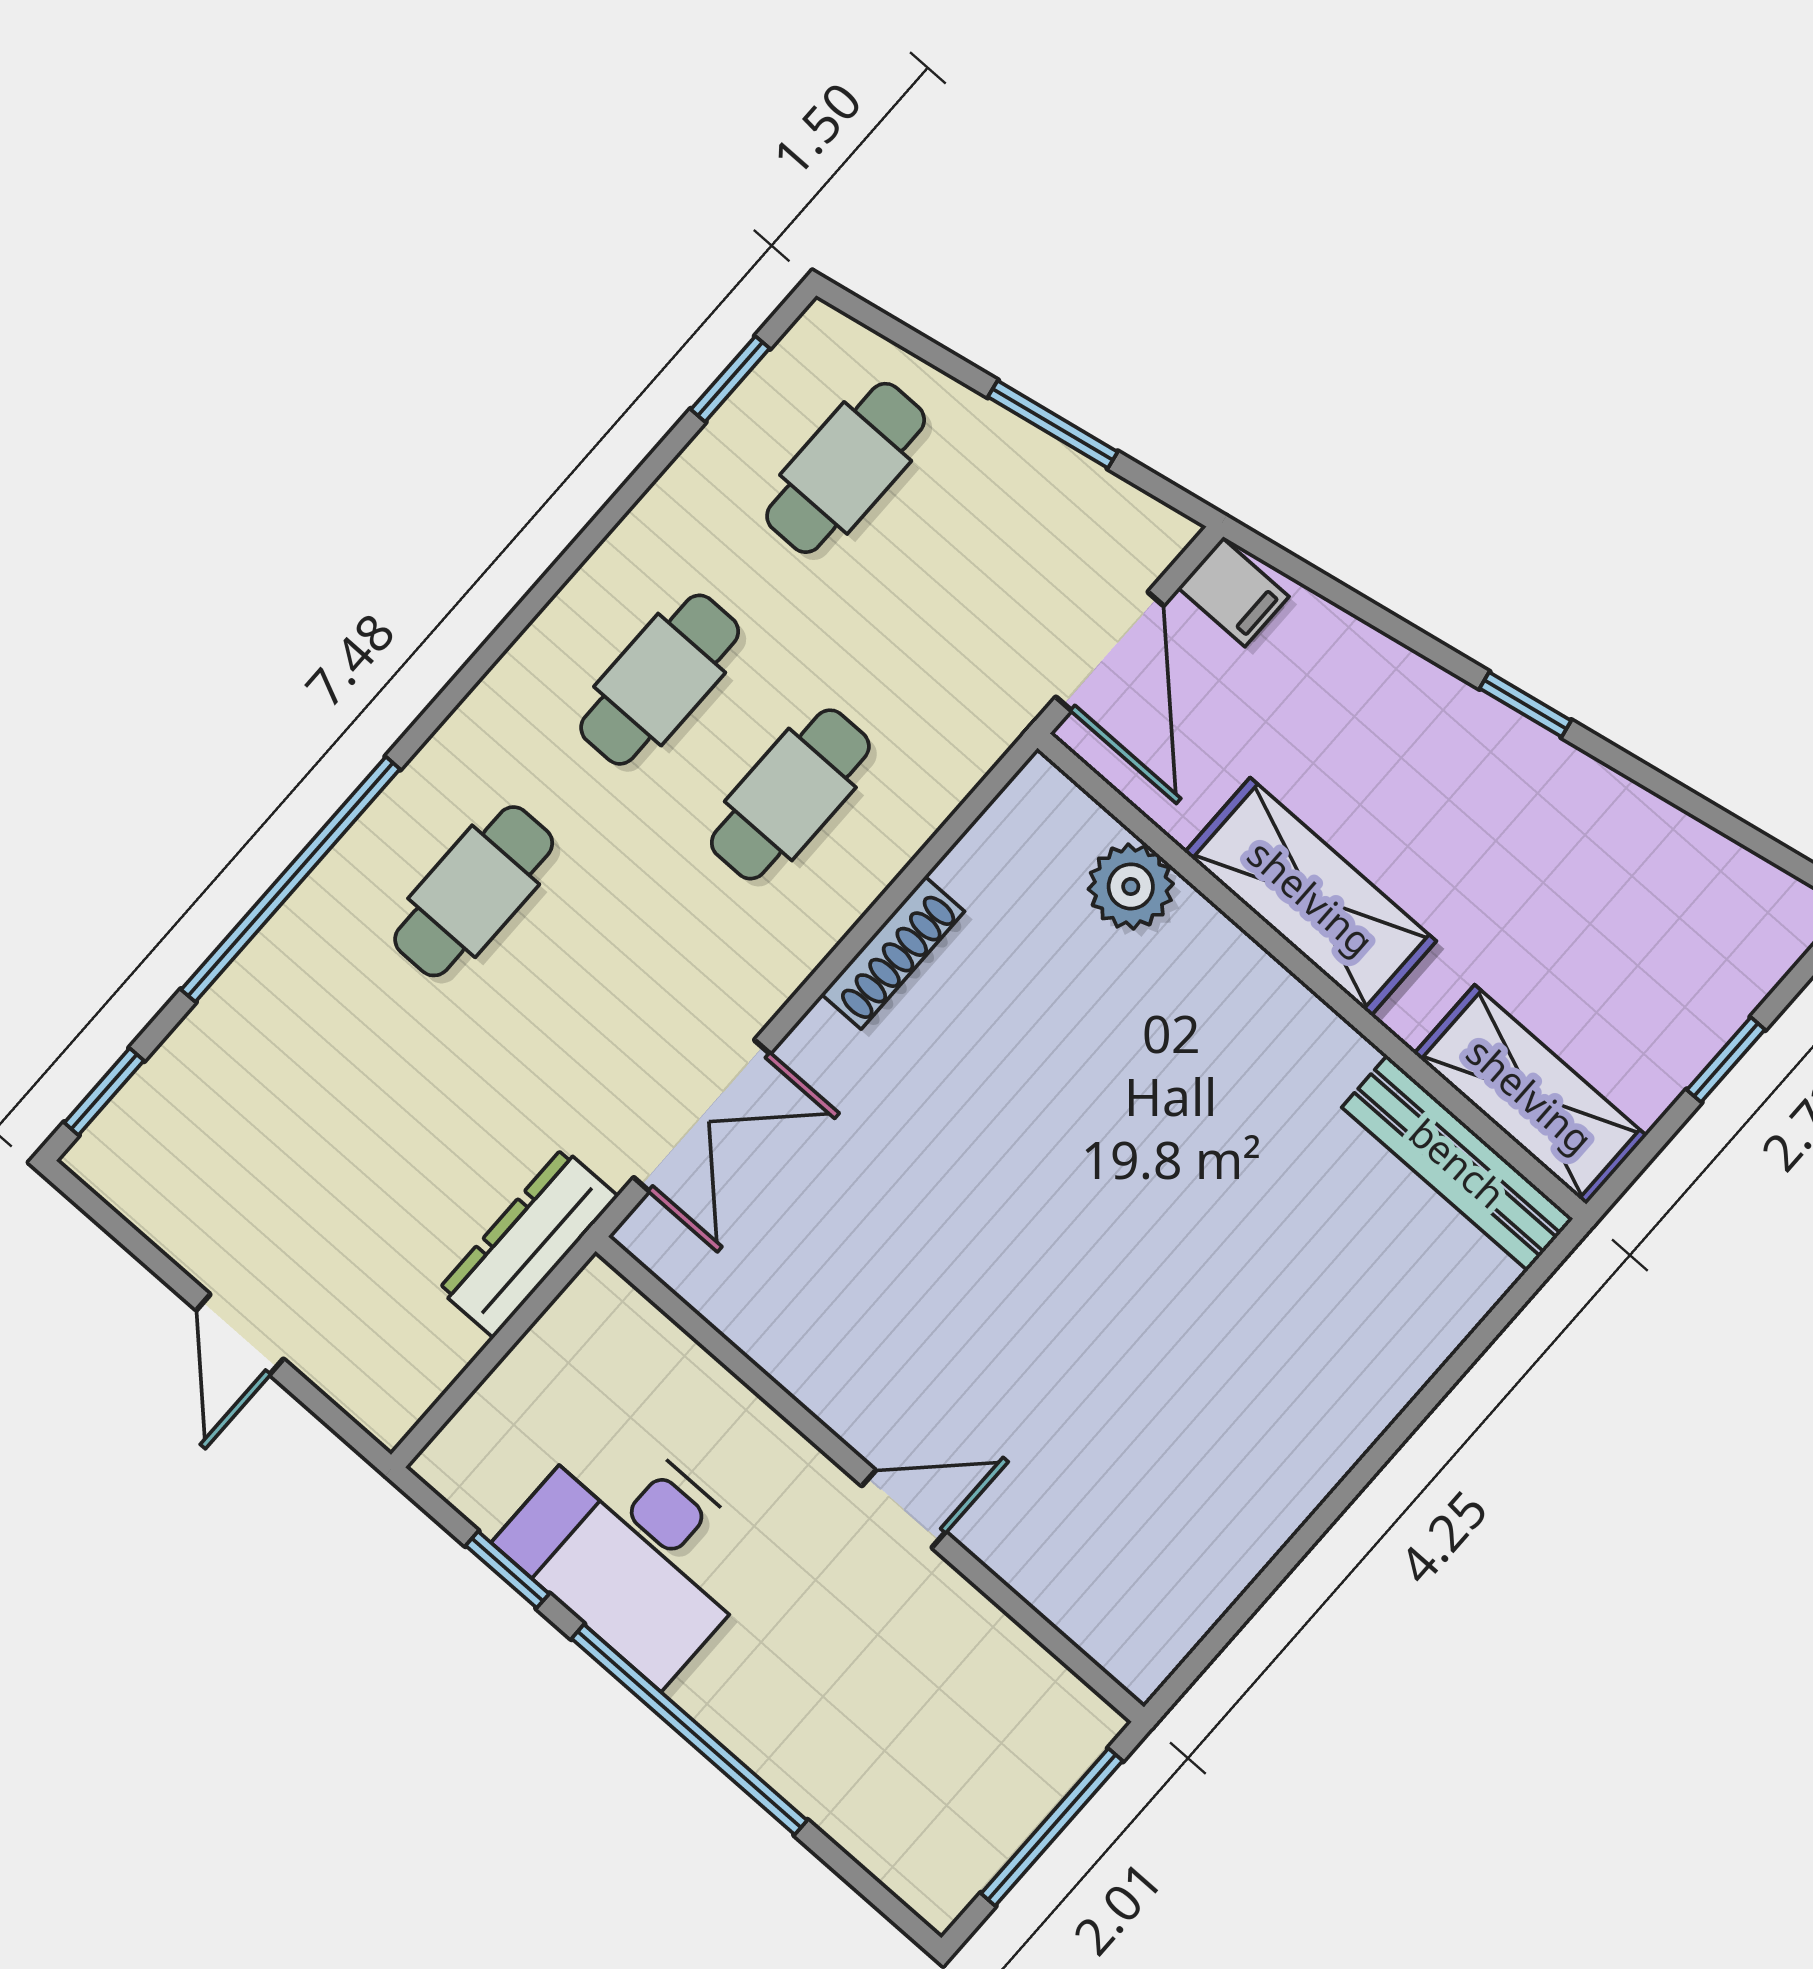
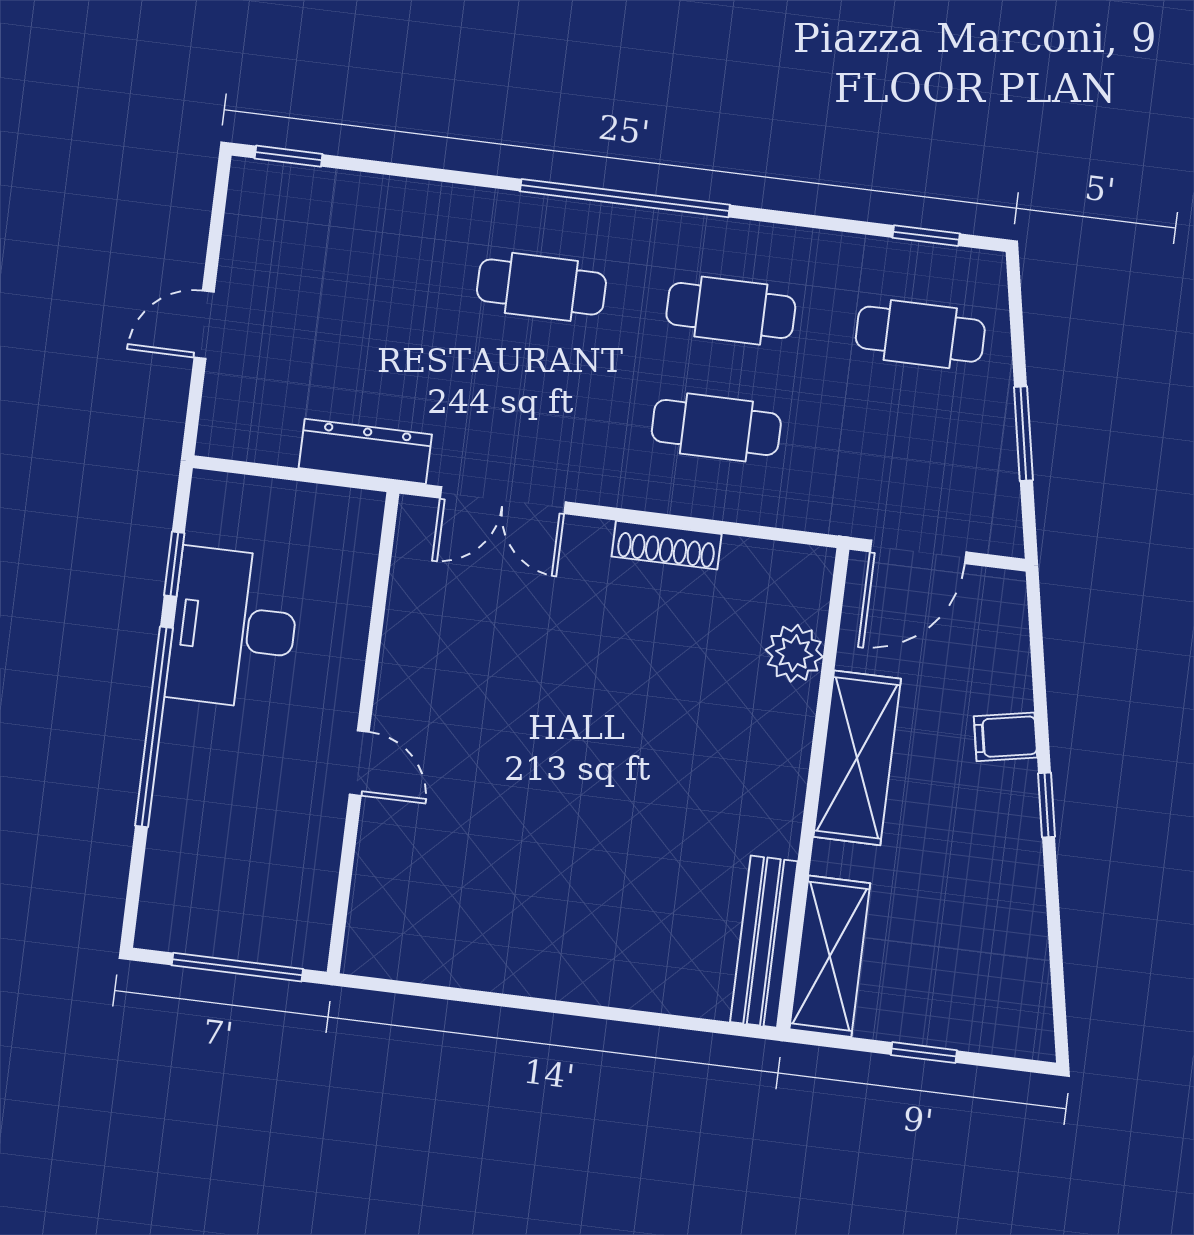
filing cabinet: (1234, 592) -> (1006, 737), moved, turned 79
window: (291, 879) -> (625, 198), moved

